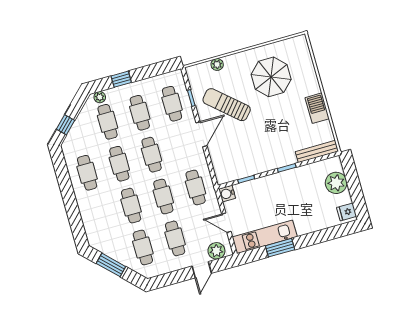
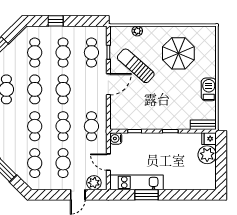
plant: (100, 97) -> (34, 31), removed
bench: (317, 152) -> (203, 125), width x0.73
fridge: (347, 212) -> (209, 139), moved

